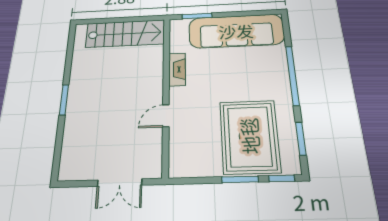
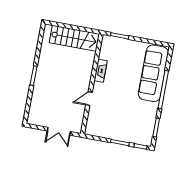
sofa: (236, 31) -> (153, 73), moved, turned 90
rug: (249, 136) -> (130, 120), removed

